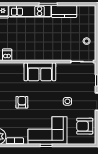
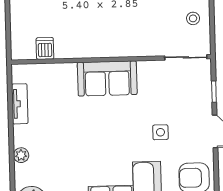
armchair: (22, 102) -> (75, 136), removed

